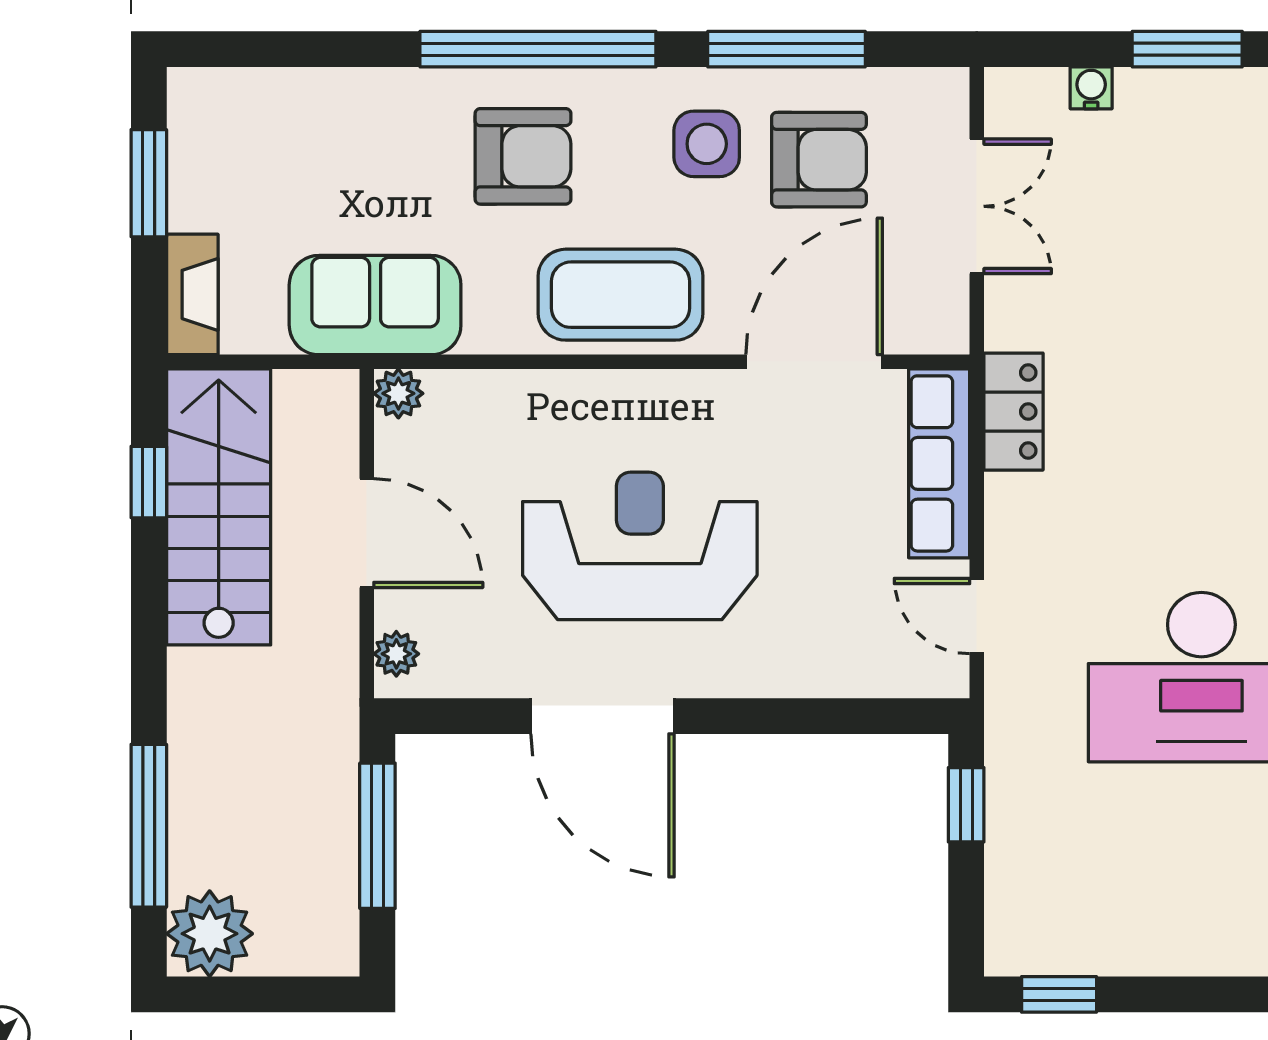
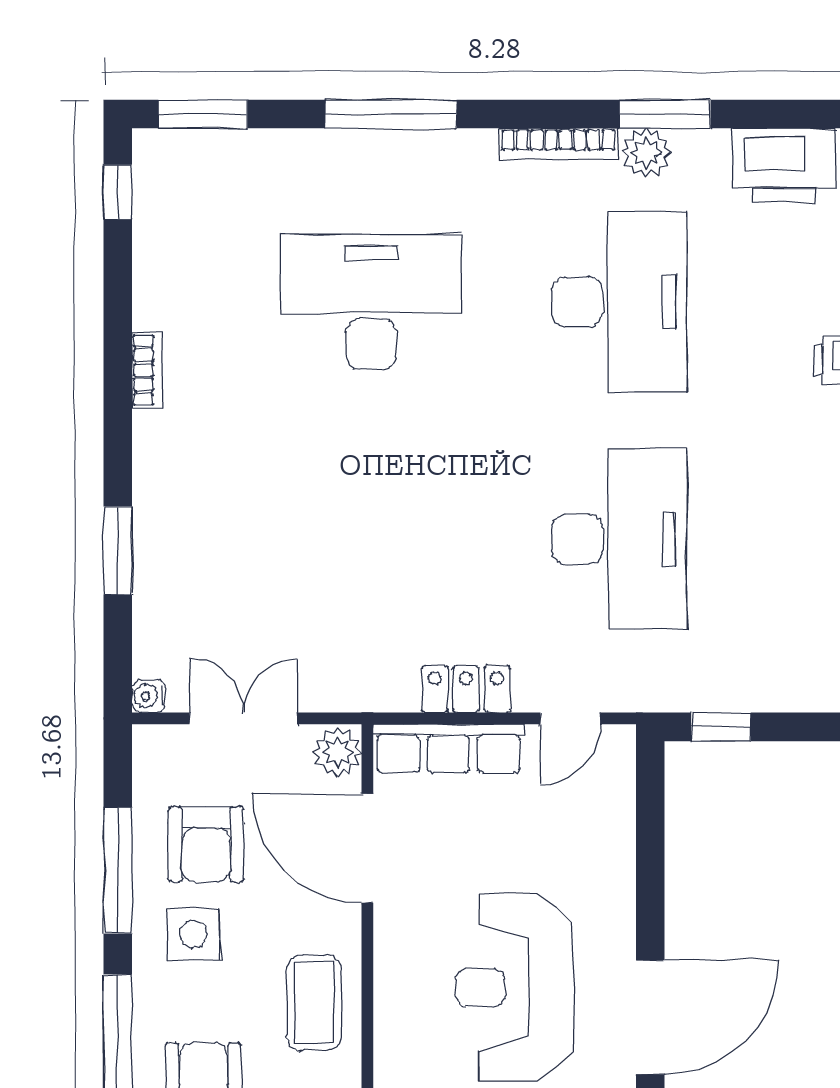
water cooler: (1091, 88) -> (149, 696), moved
armchair: (819, 160) -> (206, 844), turned 180
coffee table: (620, 295) -> (314, 1003), width x0.73, depth x0.76
plant: (935, 324) -> (337, 752), added
locker: (1013, 412) -> (466, 689), moved

